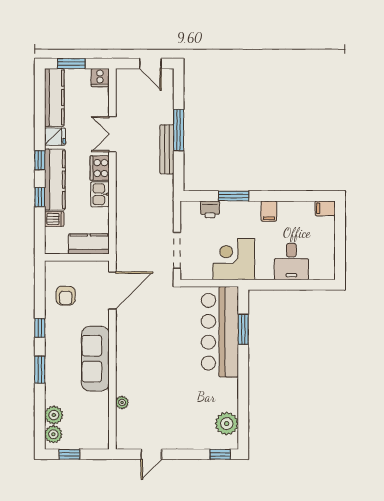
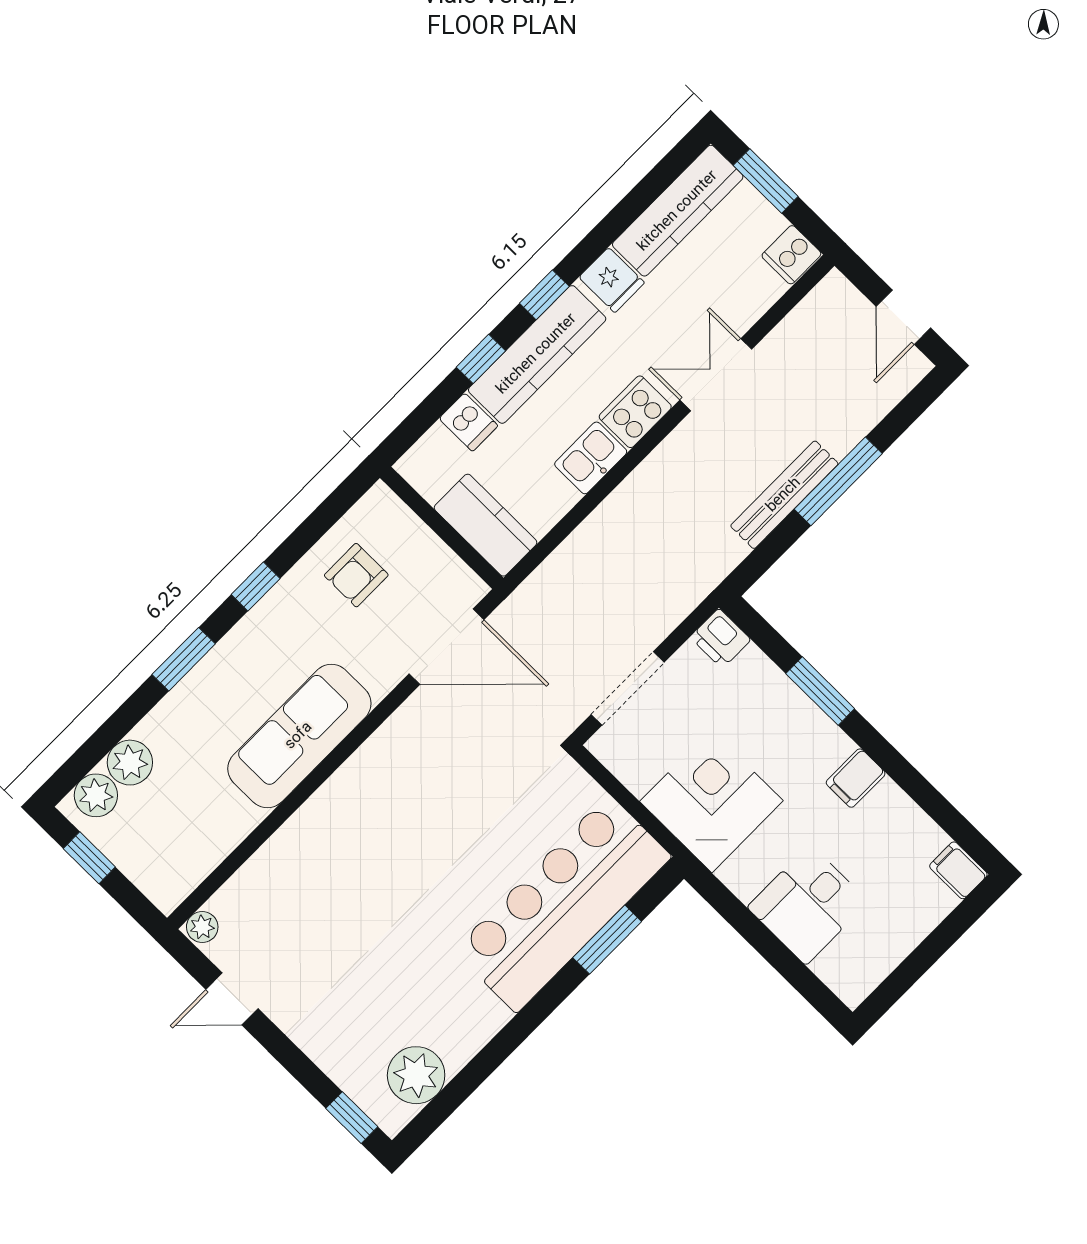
printer: (210, 209) -> (721, 638), moved
plant: (122, 402) -> (202, 927), moved

